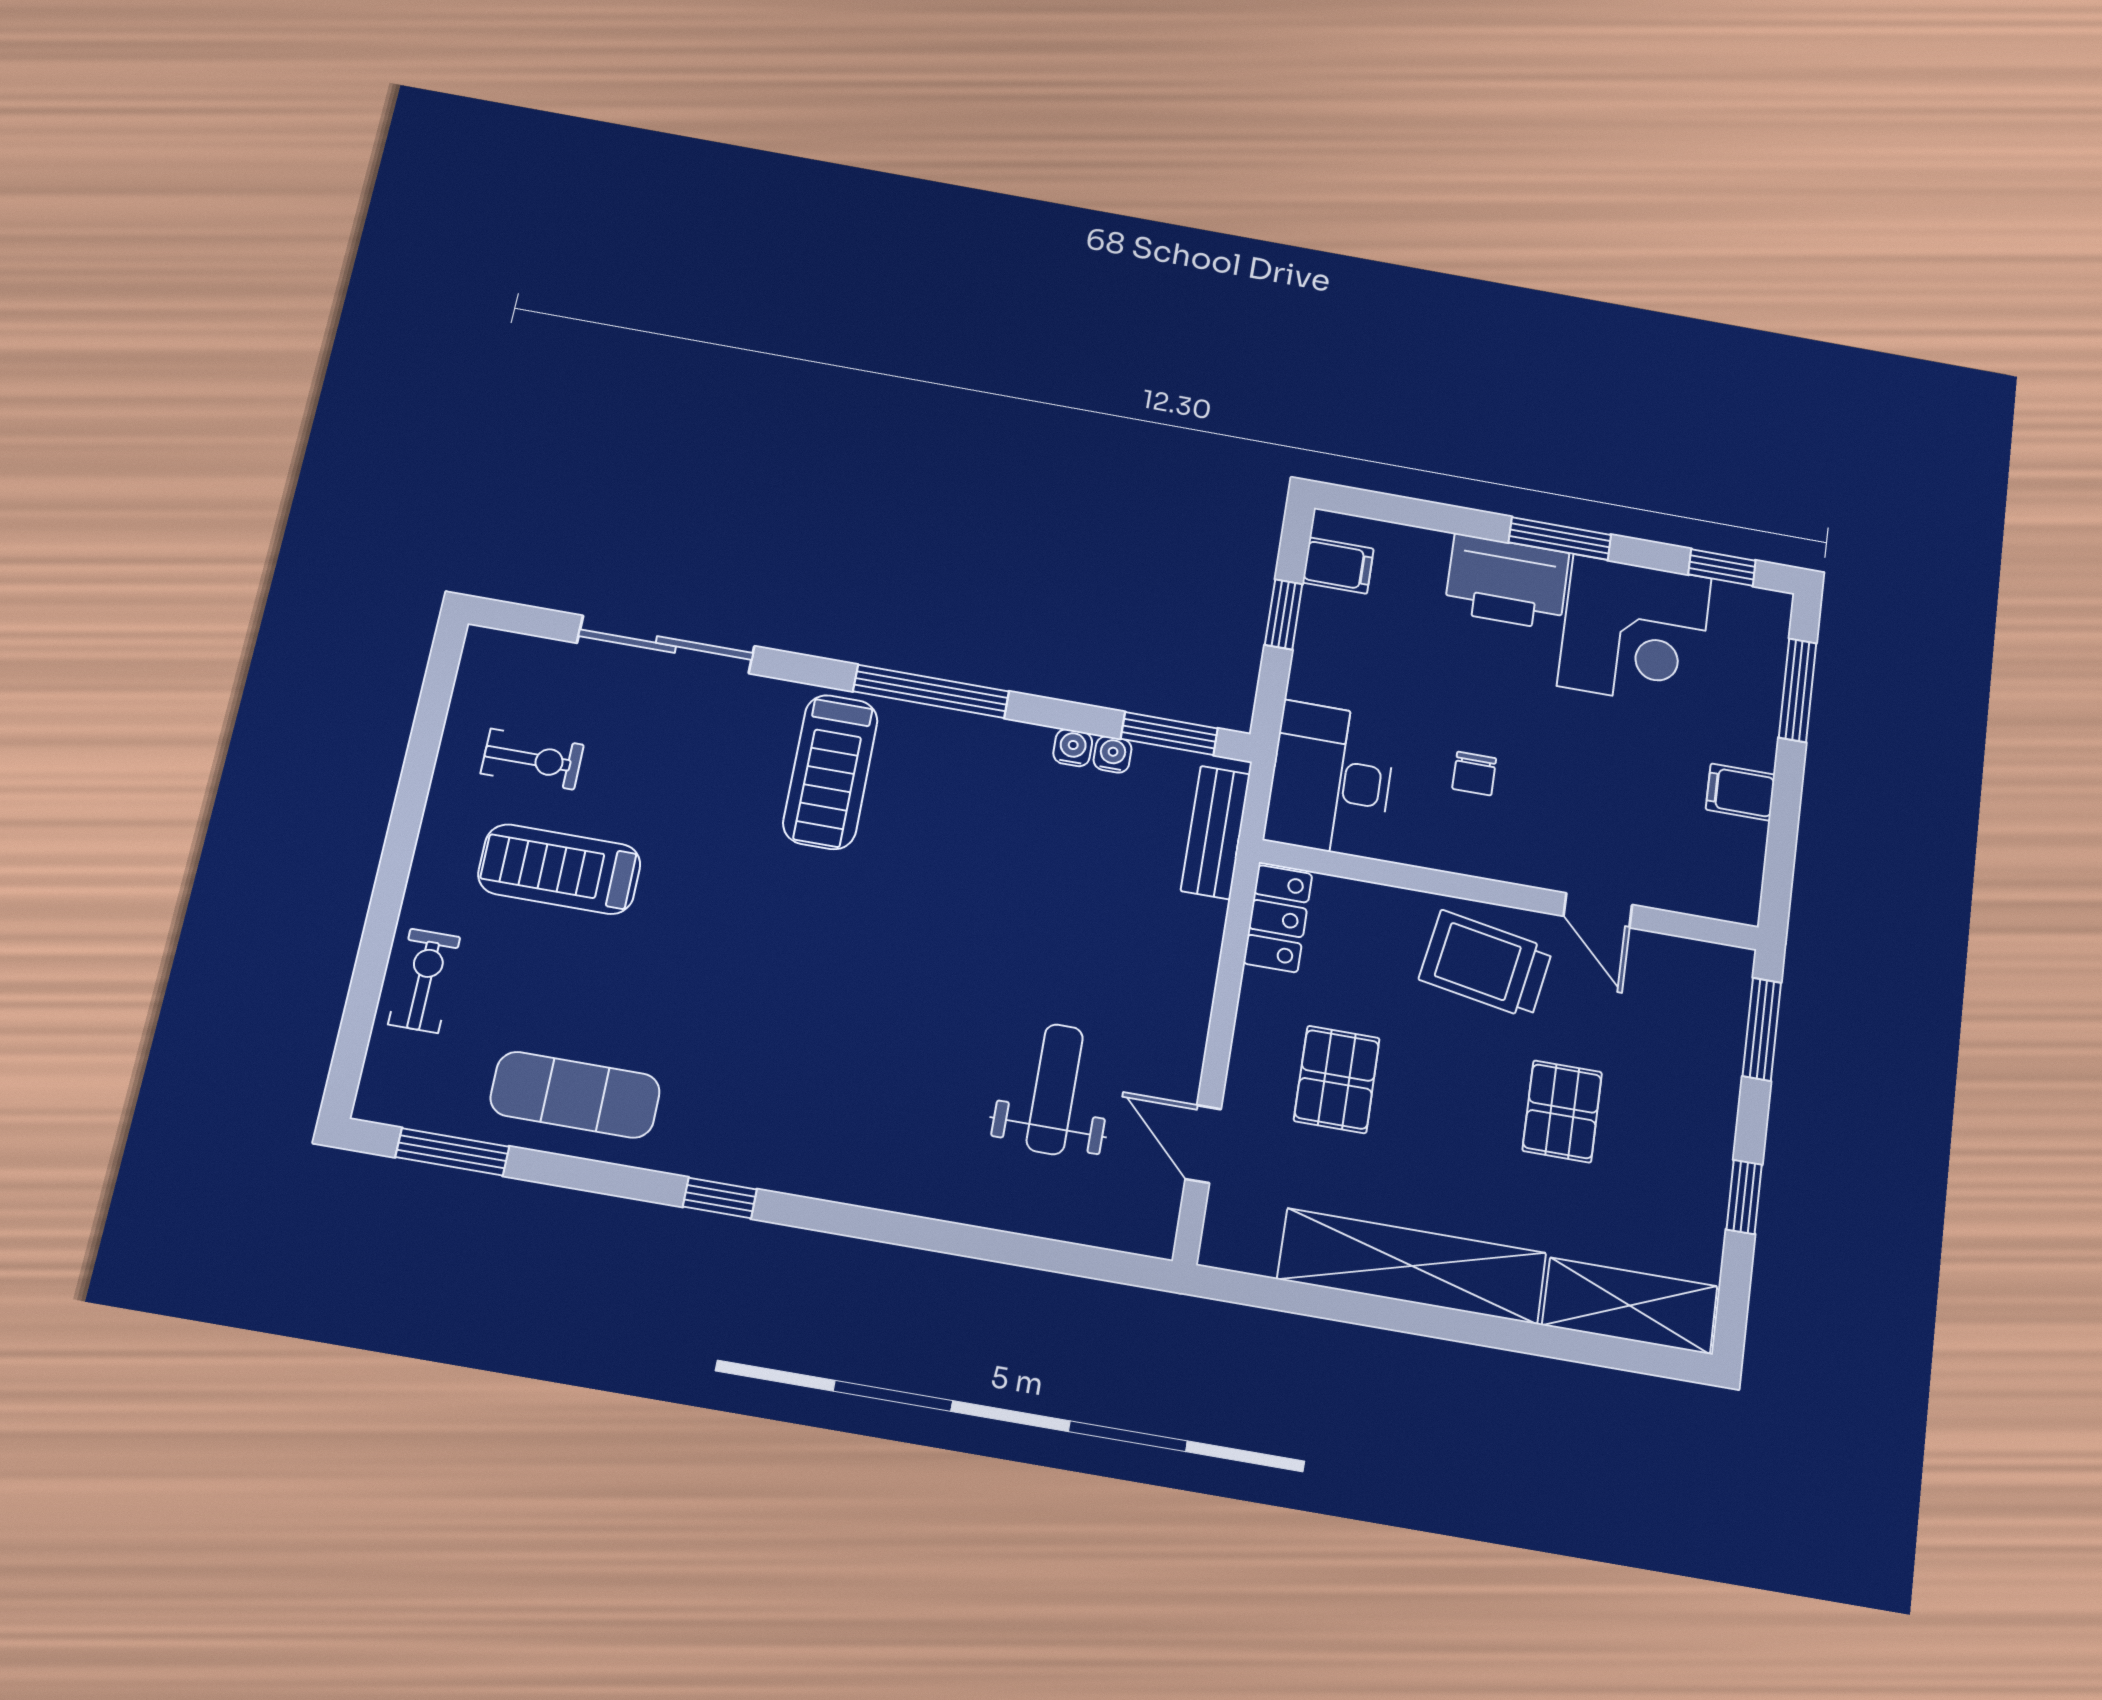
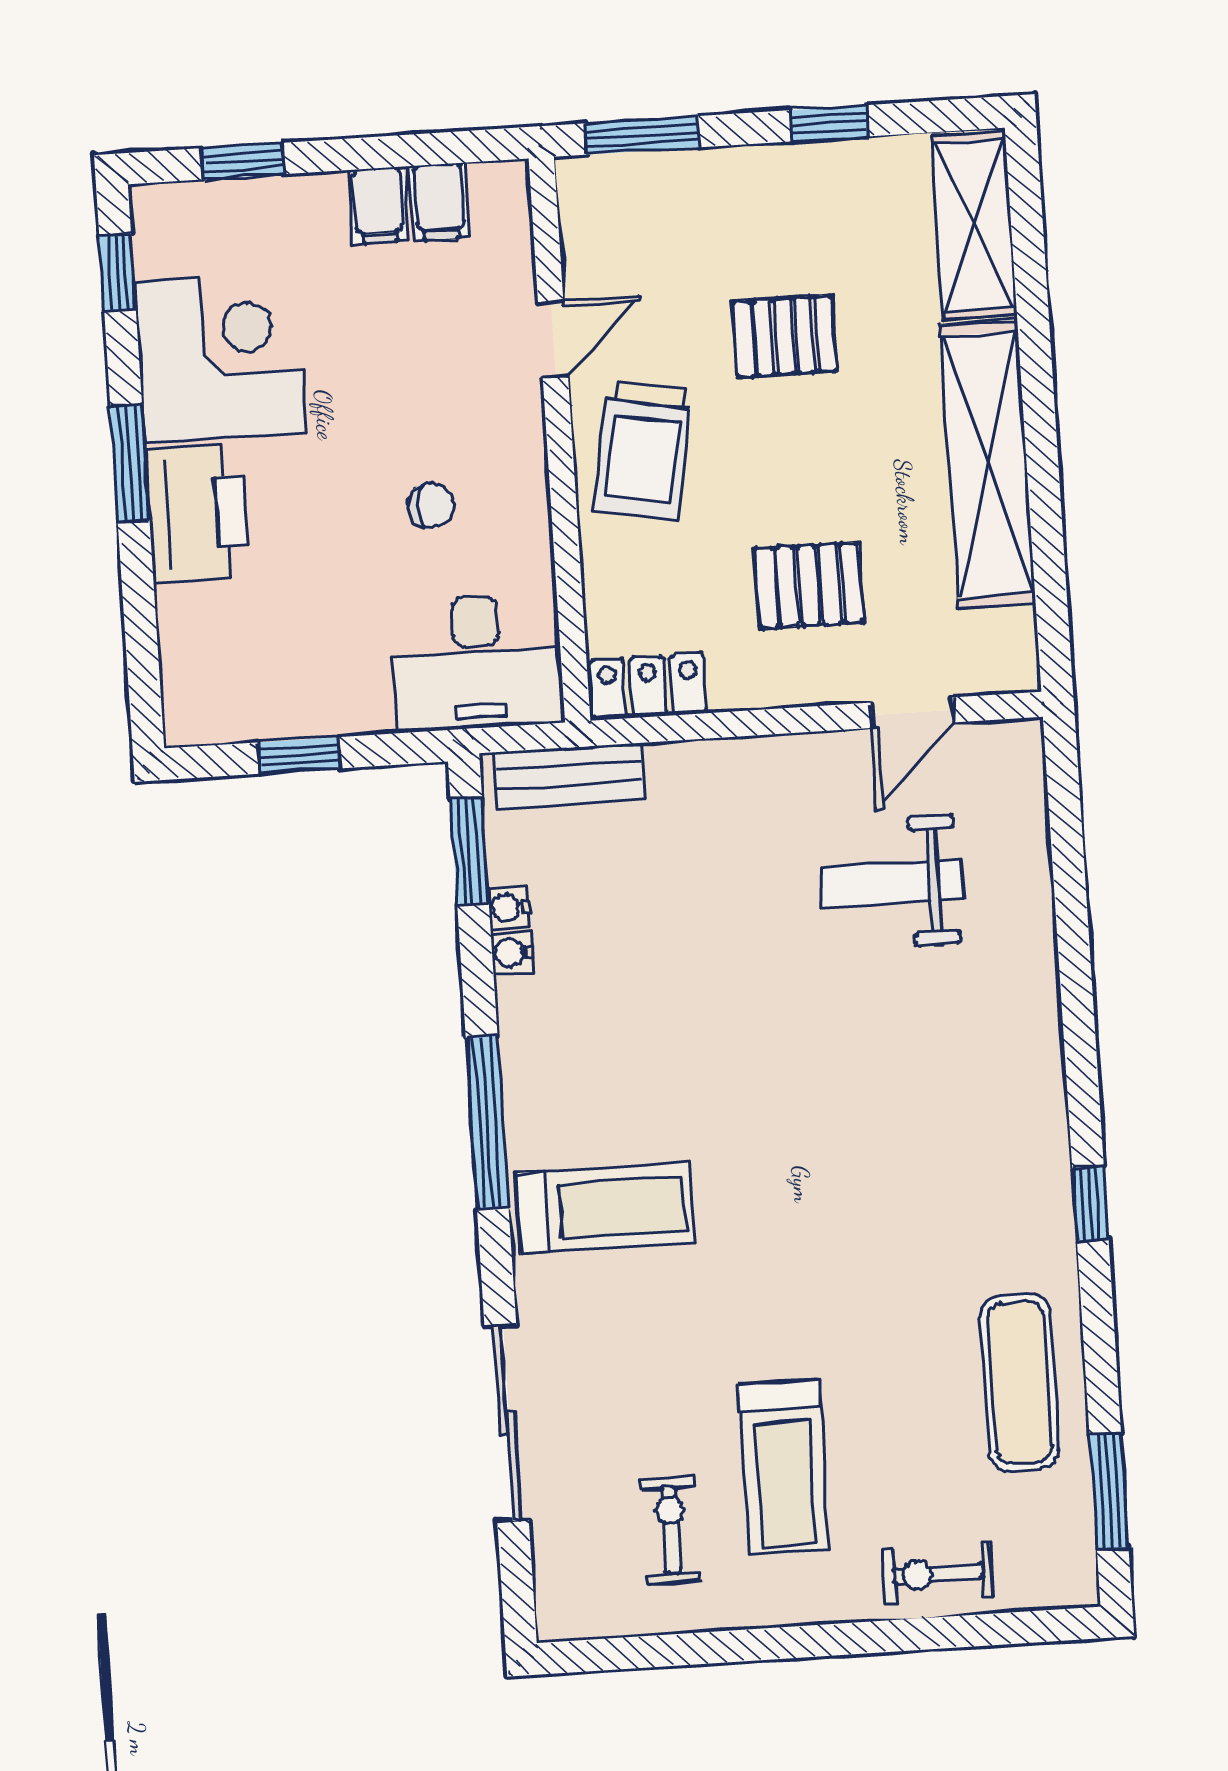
filing cabinet: (1338, 566) -> (439, 202), moved, turned 180
window: (1798, 690) -> (243, 161), width x0.67

